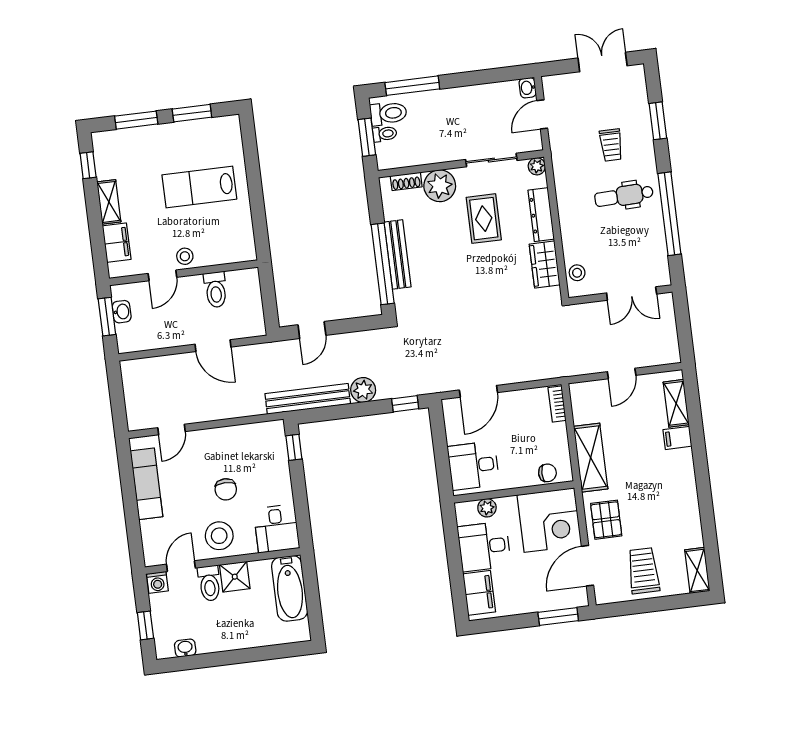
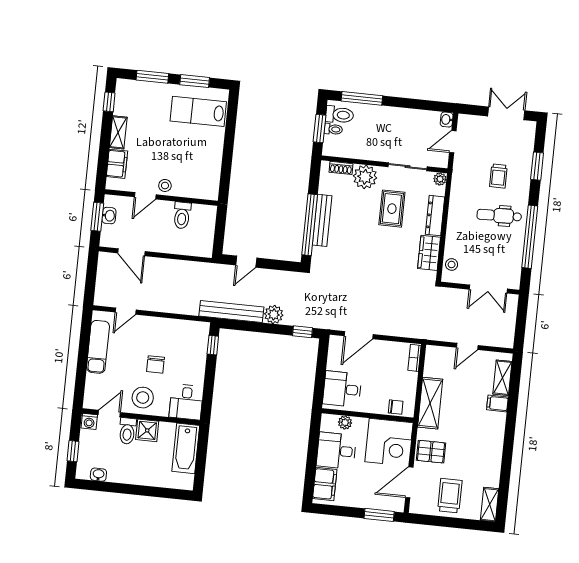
lab bench: (199, 187) -> (198, 111), moved
door: (213, 346) -> (131, 252), moved
pallet: (606, 520) -> (431, 452), turned 90

